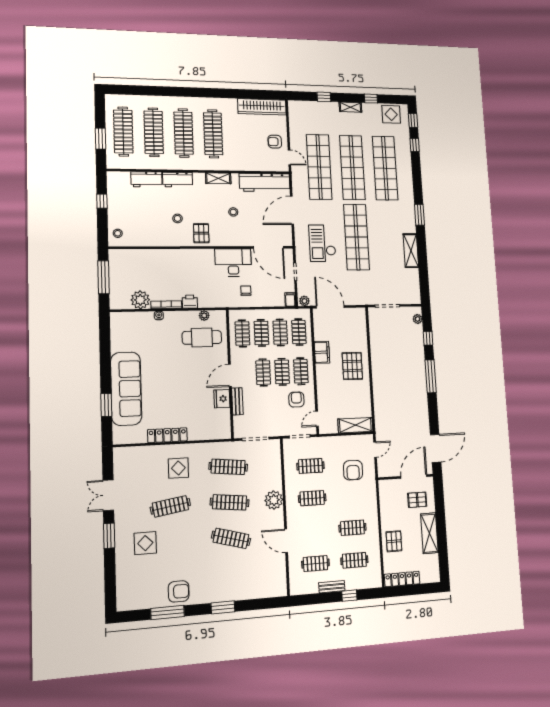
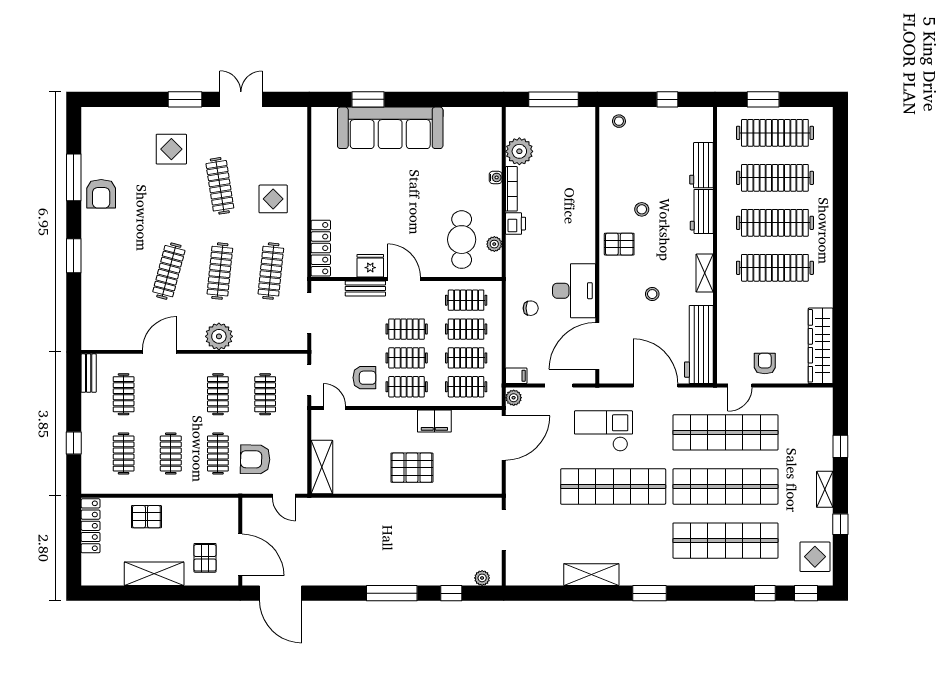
locker: (167, 435) -> (321, 248), moved
clothes rail: (351, 496) -> (218, 454), added
bench: (332, 587) -> (89, 373), moved

